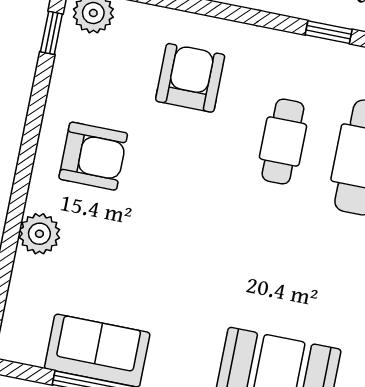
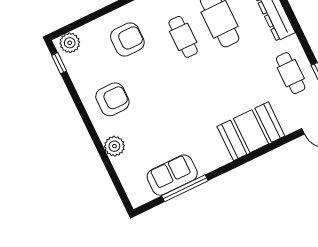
armchair: (190, 78) -> (127, 39), turned 90

